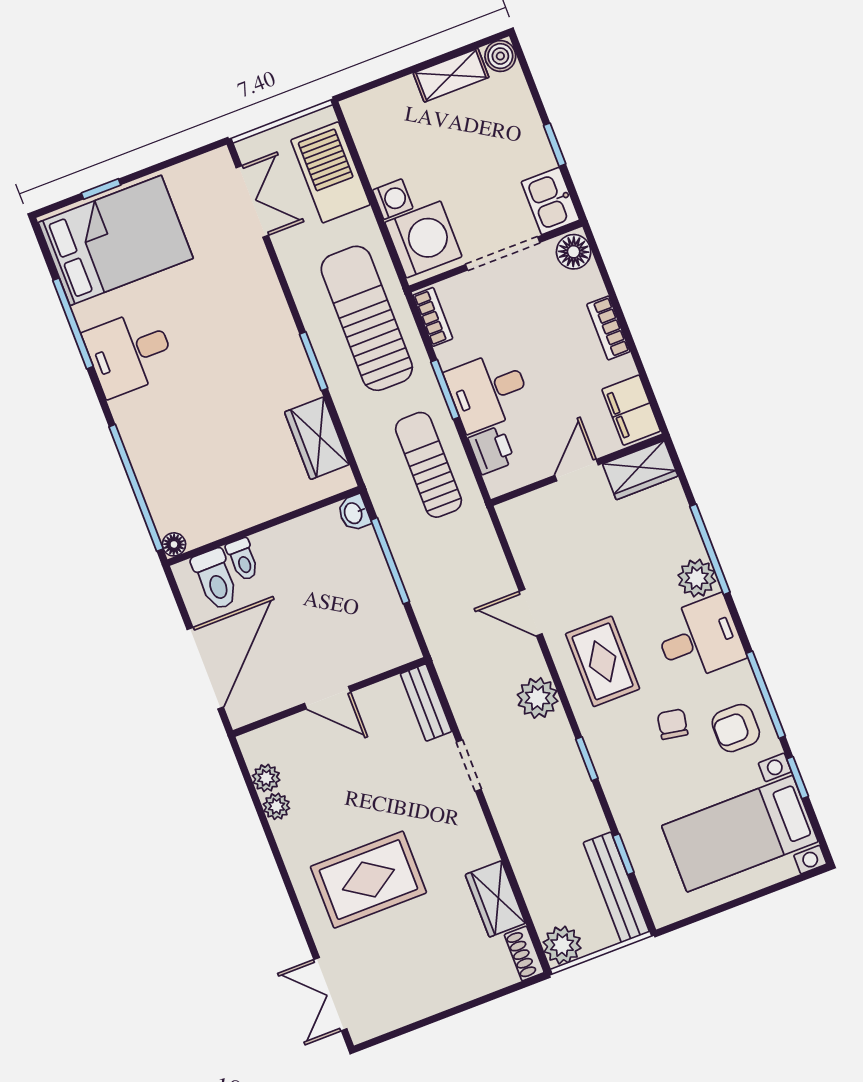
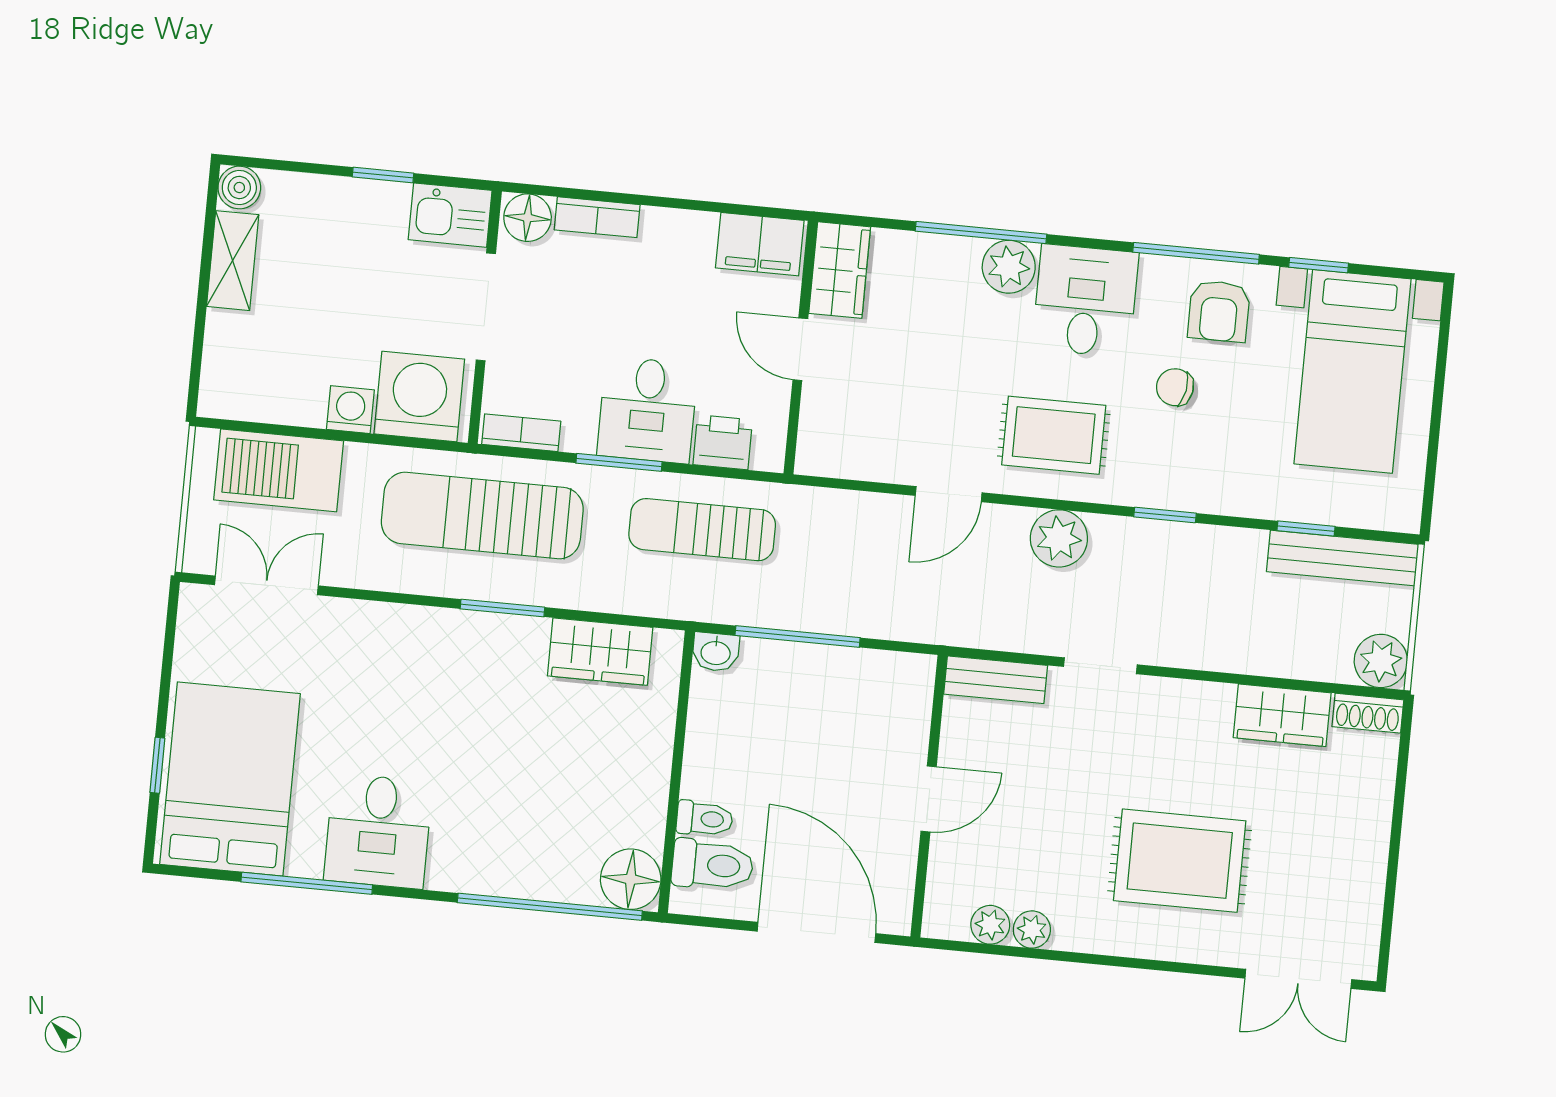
bookcase: (608, 328) -> (597, 217), moved
floor lamp: (174, 544) -> (631, 879), width x1.89, depth x1.89
rug: (368, 880) -> (1180, 861), turned 90

